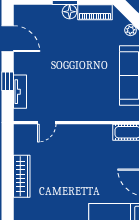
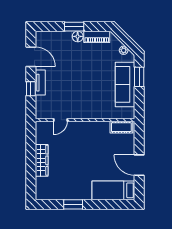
tv unit: (20, 92) -> (40, 83), moved

